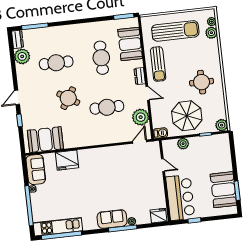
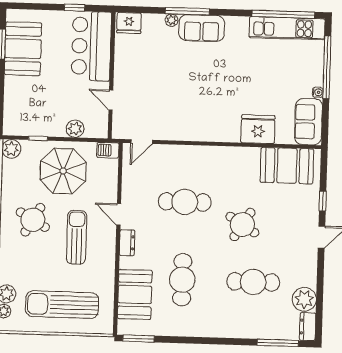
sun lounger: (158, 64) -> (77, 237), moved
round table: (202, 82) -> (33, 220), turned 30
plant: (141, 117) -> (135, 179), removed

